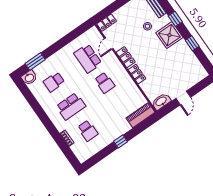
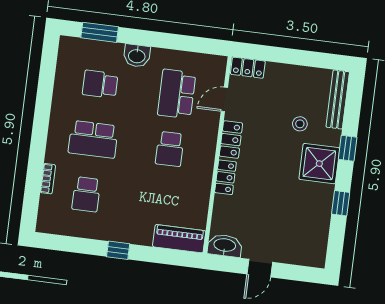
washbasin: (29, 78) -> (137, 56), moved

